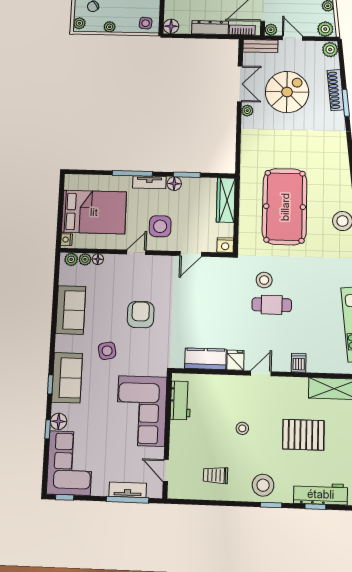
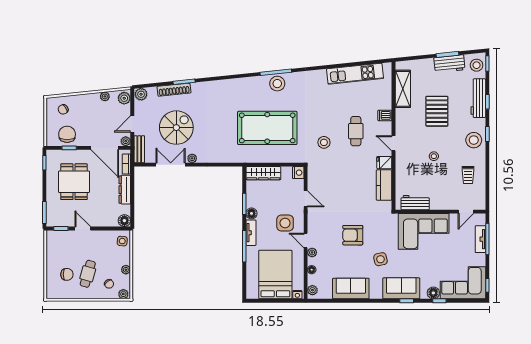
spiral stairs: (287, 92) -> (176, 128), turned 90
plant: (85, 259) -> (312, 252), moved
cafe table: (272, 305) -> (356, 131), moved

